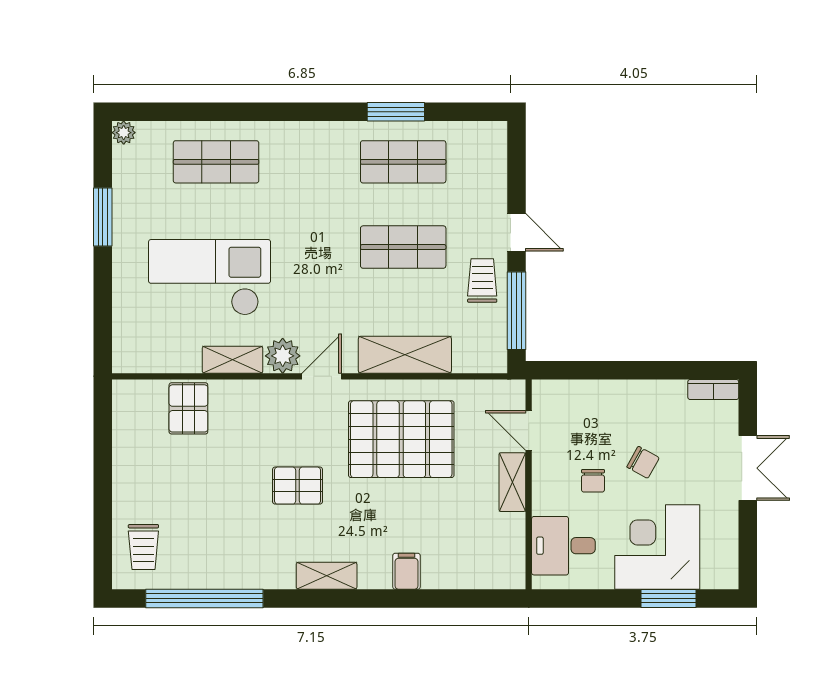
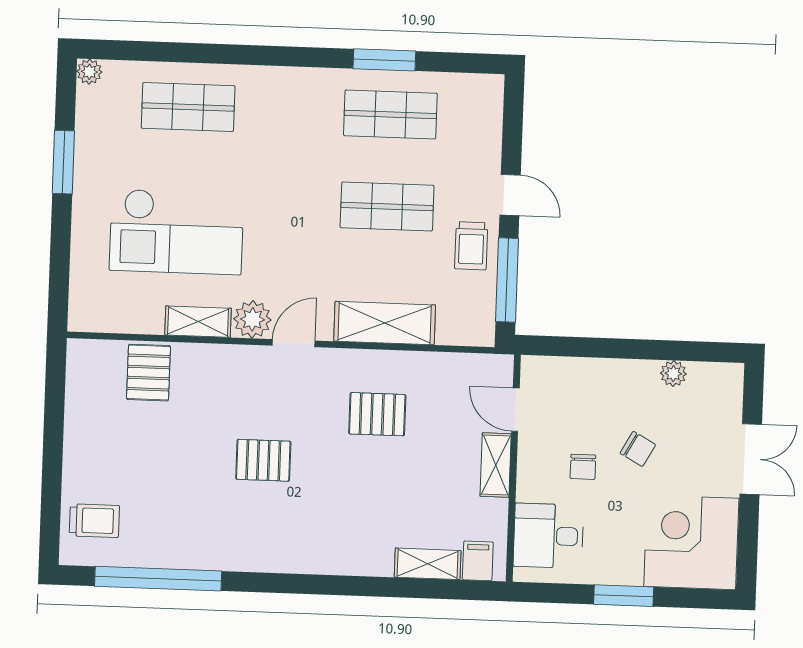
checkout: (210, 277) -> (176, 232), turned 180
trolley: (482, 280) -> (471, 246), turned 180
bookcase: (713, 390) -> (717, 373), removed
plant: (673, 392) -> (673, 374), added
pallet: (401, 439) -> (377, 414), width x0.49, depth x0.50
trolley: (143, 547) -> (94, 521), turned -90
corner desk: (657, 547) -> (691, 542), moved
filing cabinet: (406, 571) -> (478, 561), moved
shelving: (327, 576) -> (428, 564), moved
window: (669, 598) -> (624, 596), moved

